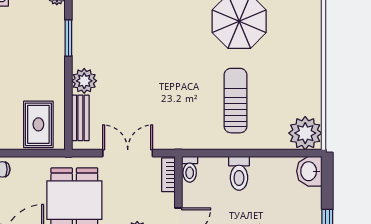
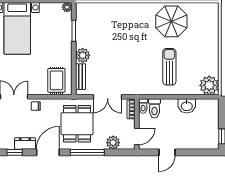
double door: (128, 153) -> (108, 97), swing flipped
washbasin: (309, 171) -> (187, 106), moved, turned -90
toilet: (239, 173) -> (155, 108), moved

